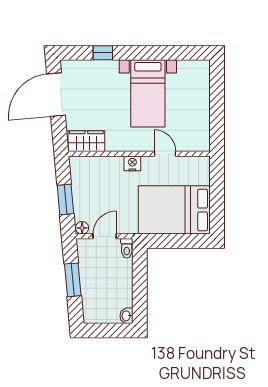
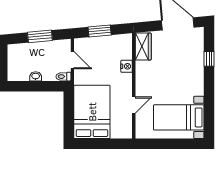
bed with nightstands: (148, 93) -> (179, 117), moved
nightstand: (132, 163) -> (127, 66), moved
floor lamp: (82, 228) -> (79, 43), removed
washbasin: (126, 316) -> (36, 76), moved

